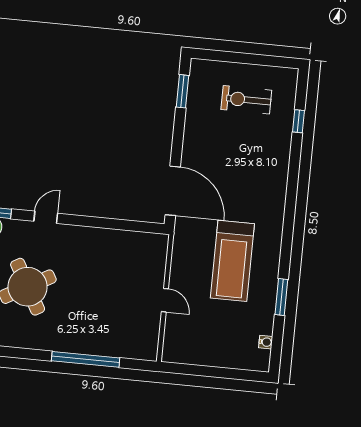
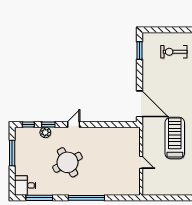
treadmill: (232, 261) -> (175, 138), turned 180
window: (86, 359) -> (86, 198), moved

